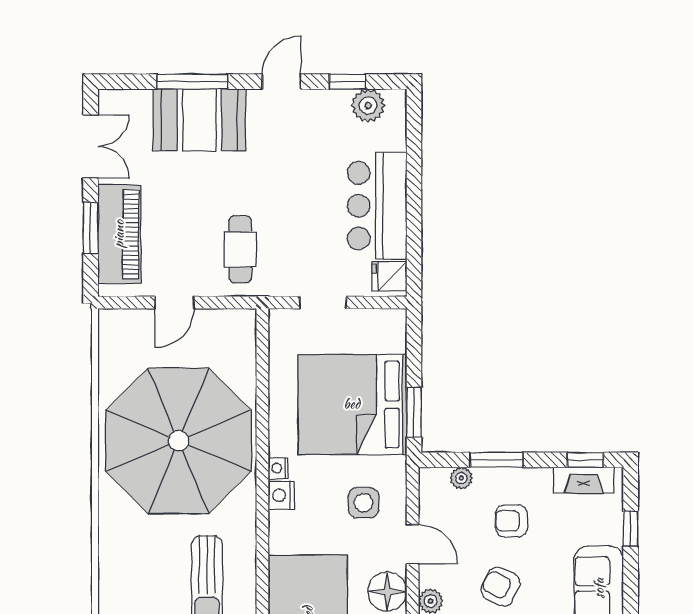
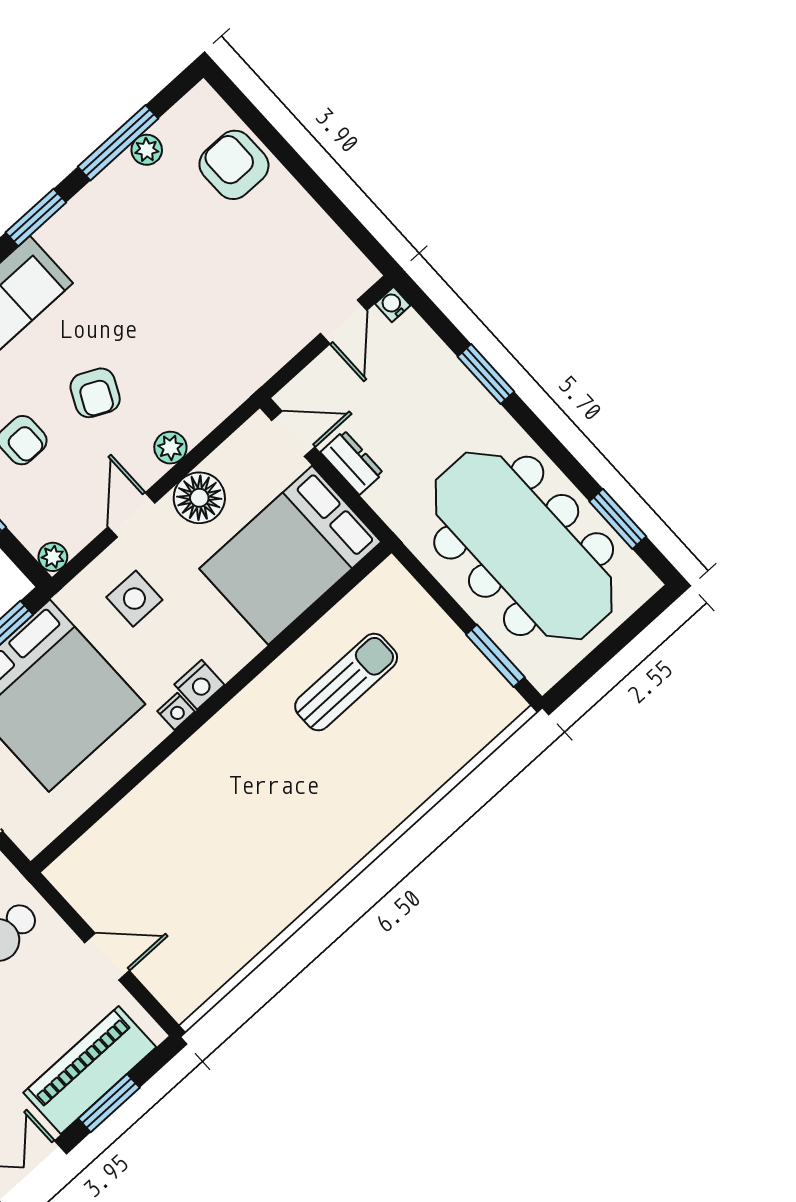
parasol: (179, 441) -> (237, 832), removed
plant: (461, 478) -> (53, 557), moved

